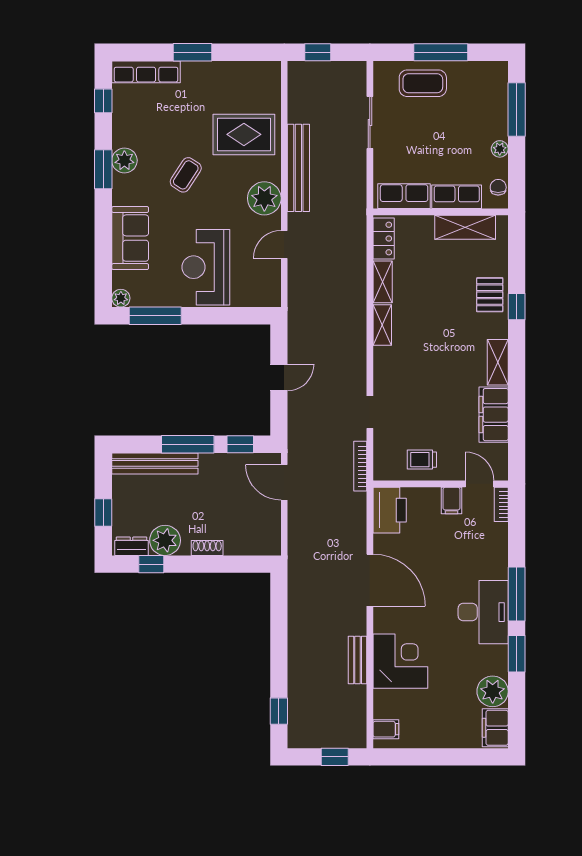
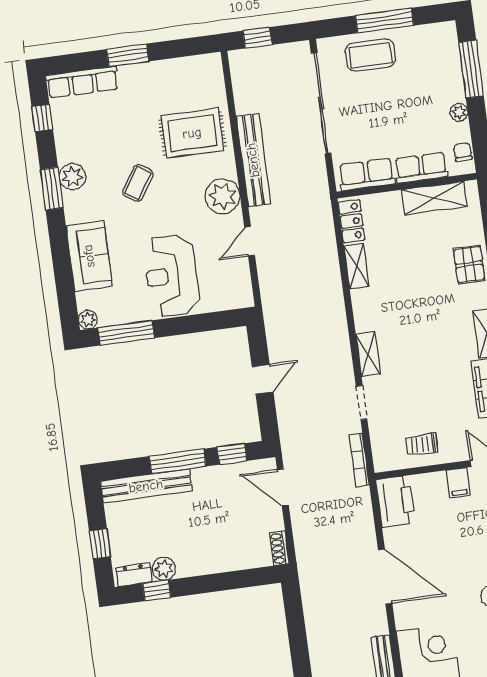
sliding door: (370, 122) -> (321, 103), width x1.86
shelving: (382, 325) -> (368, 354), moved
plant: (165, 540) -> (164, 569), width x0.73, depth x0.73
shoe rack: (207, 548) -> (280, 548), moved, turned -90

